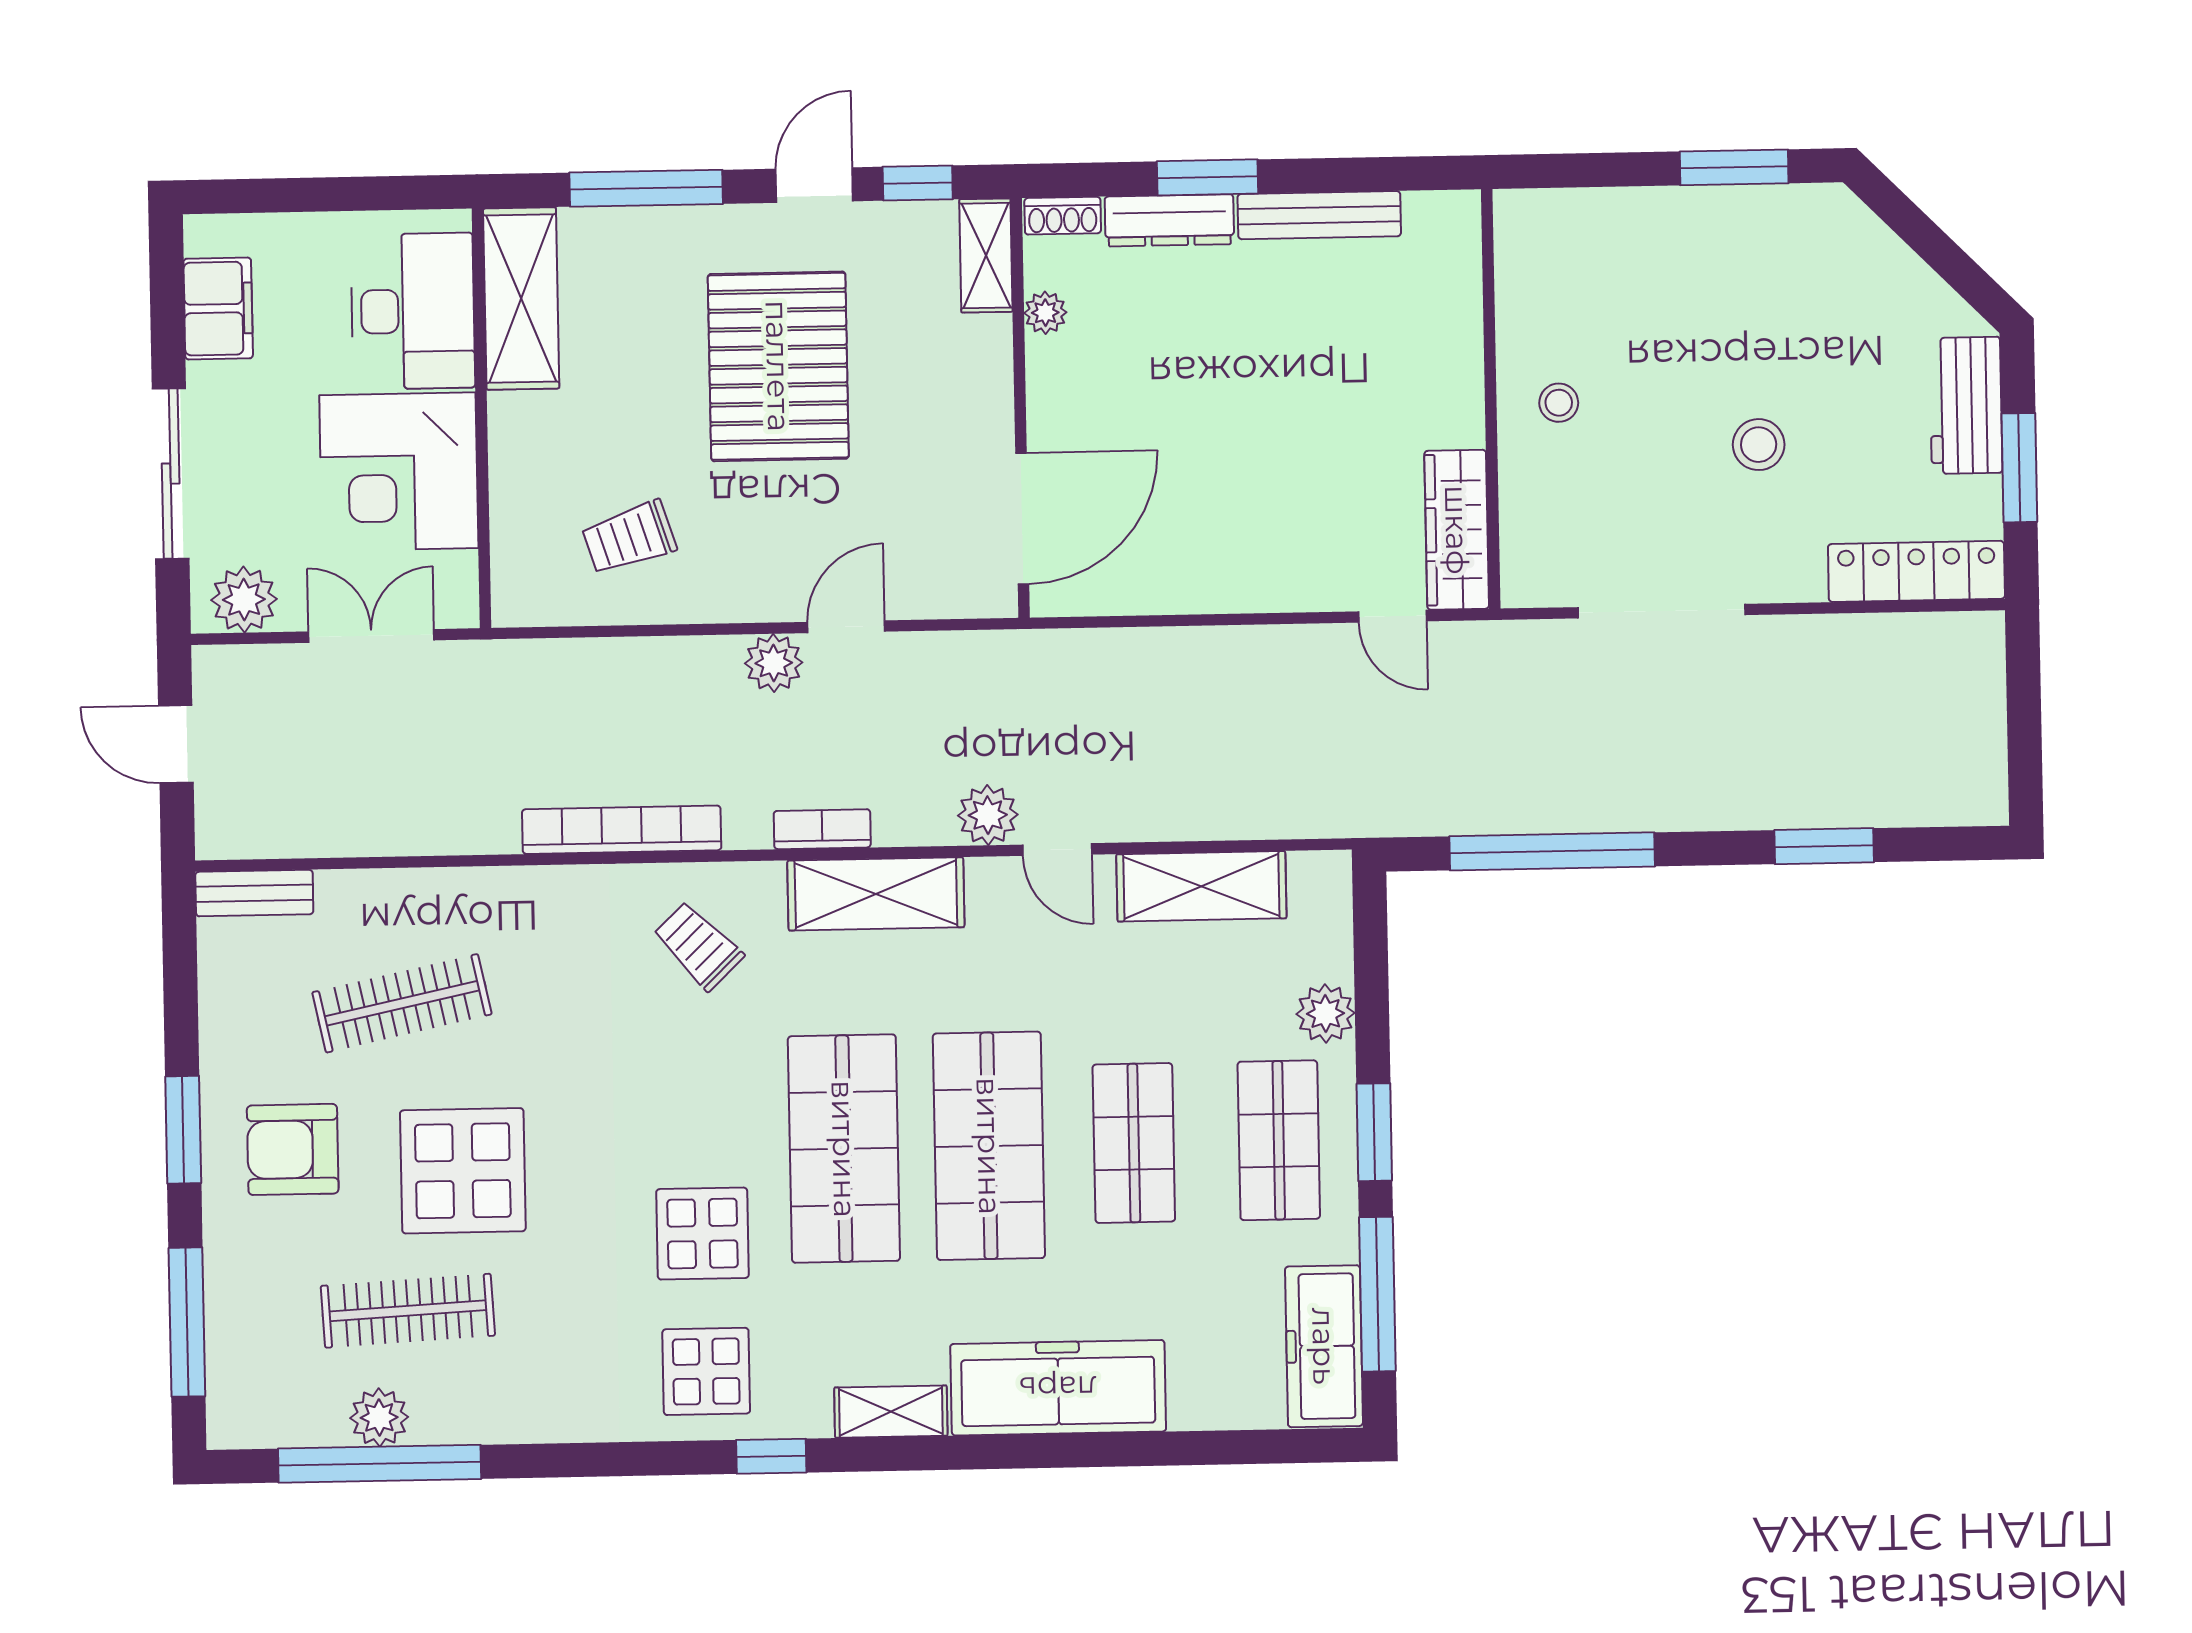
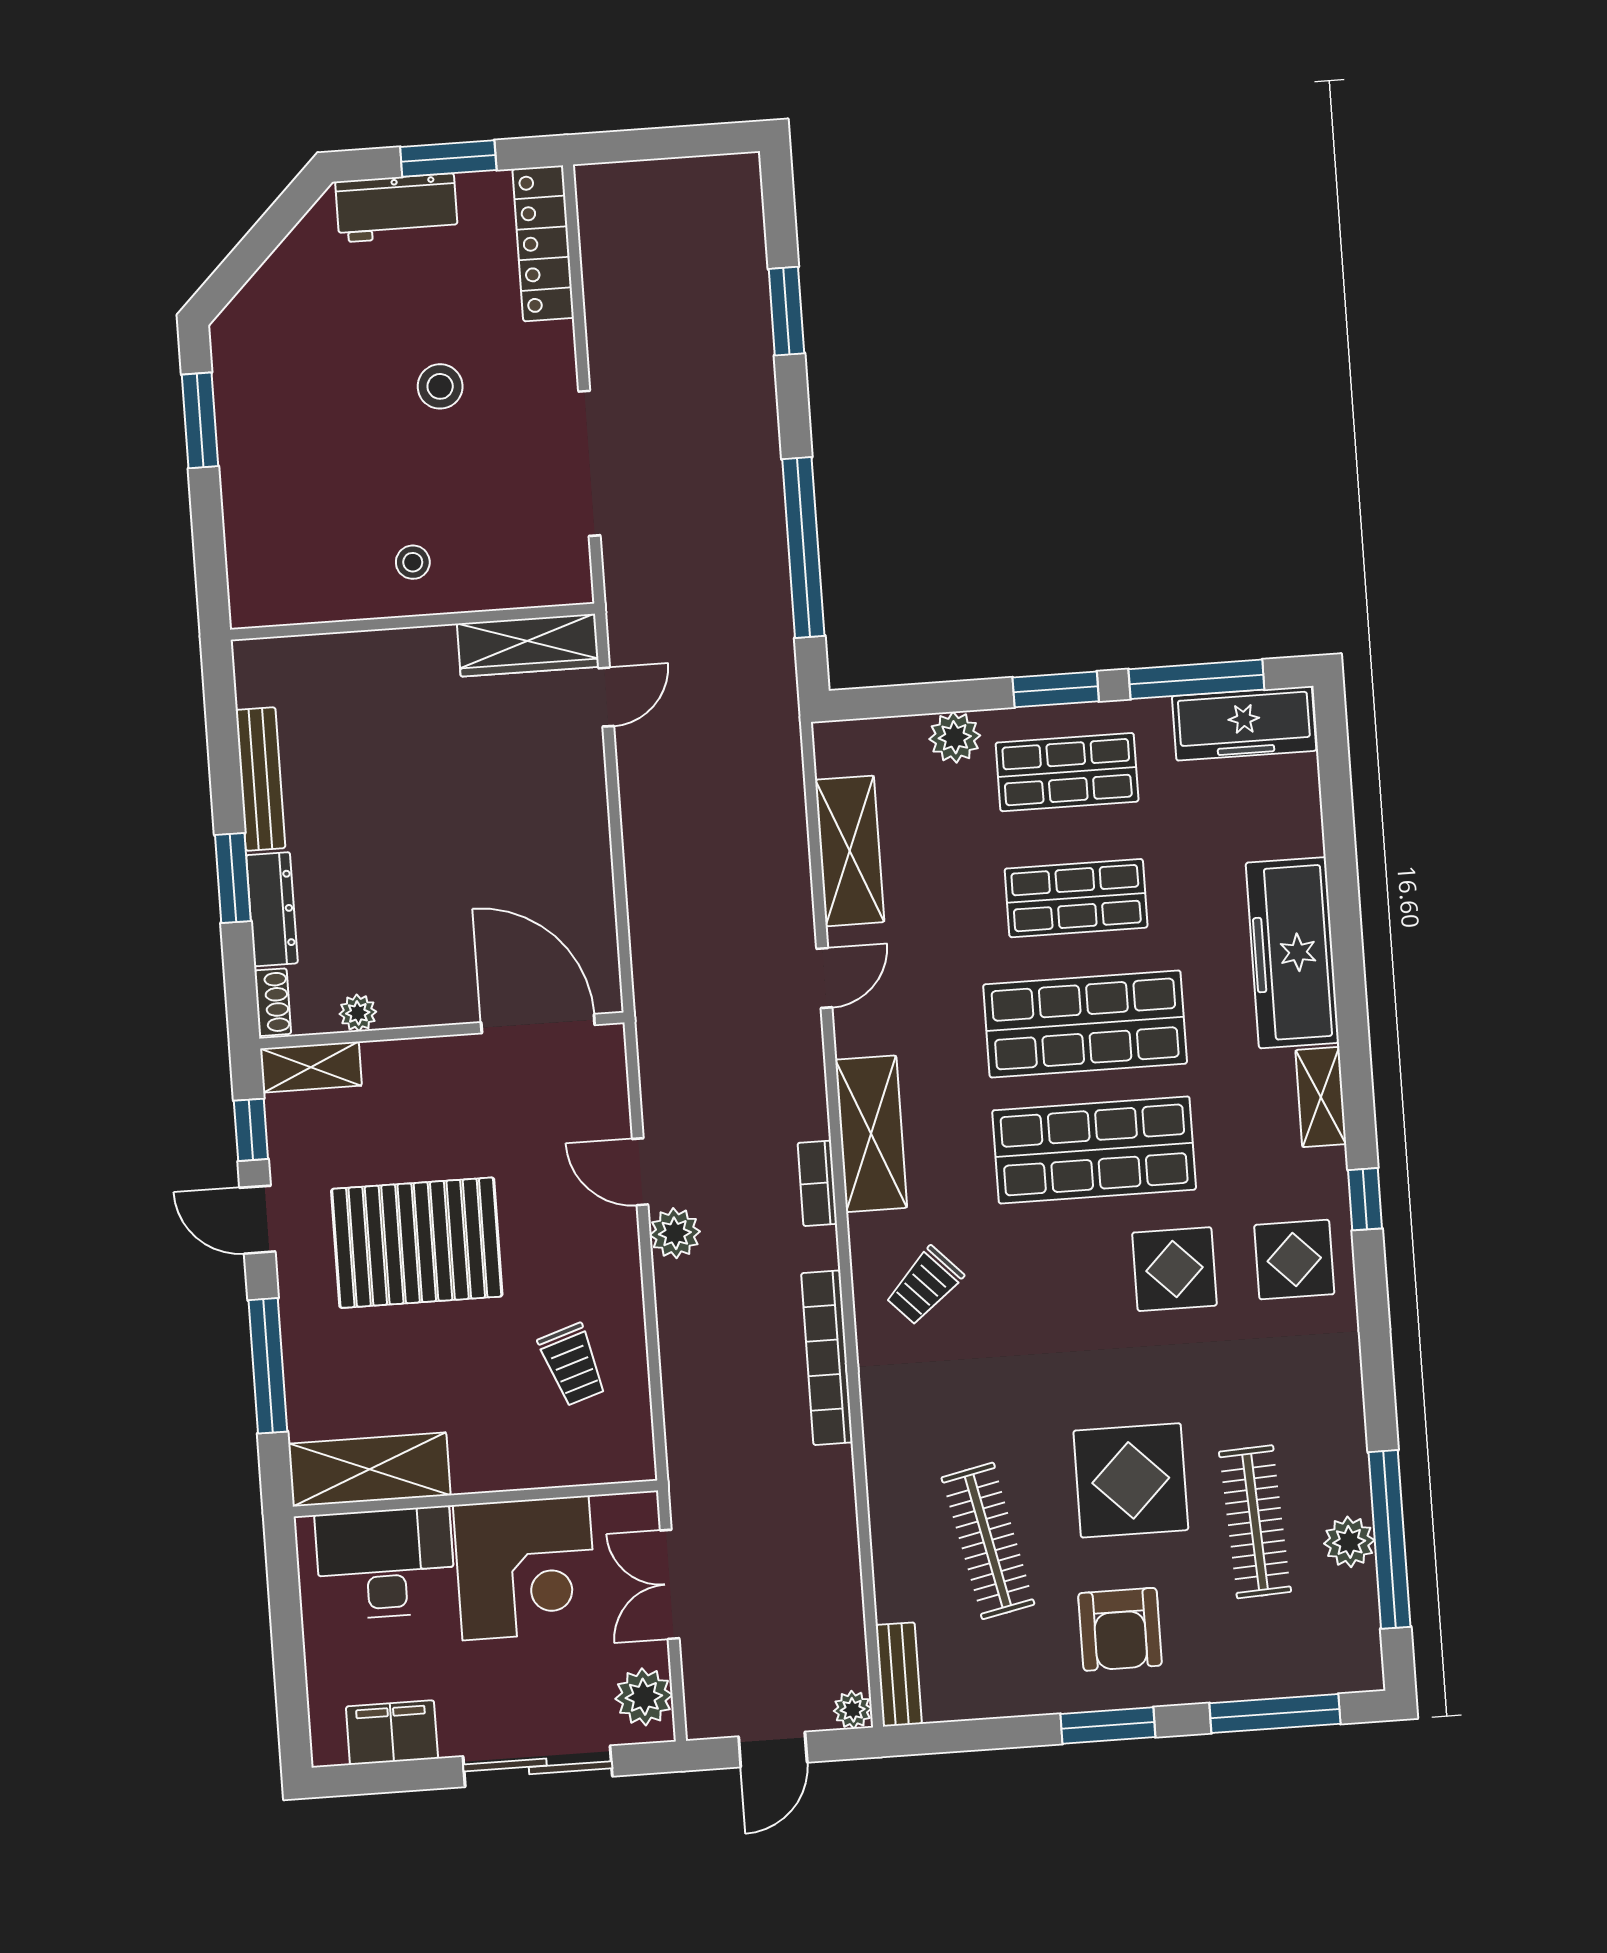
plant: (988, 815) -> (853, 1710), moved, width x0.73, depth x0.73

